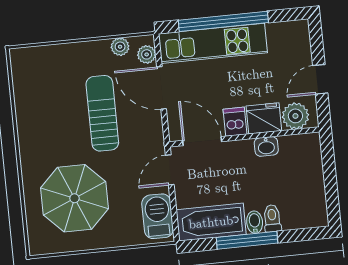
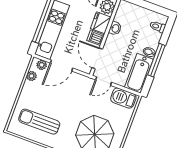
sun lounger: (102, 113) -> (39, 122), moved
door: (202, 141) -> (97, 58), hinge flipped
door: (170, 170) -> (104, 81), hinge flipped
toilet: (272, 218) -> (158, 27), moved

